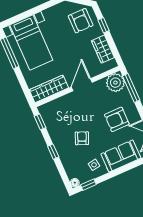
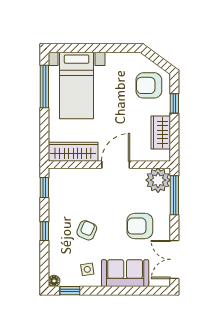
armchair: (81, 21) -> (149, 85), turned 90

